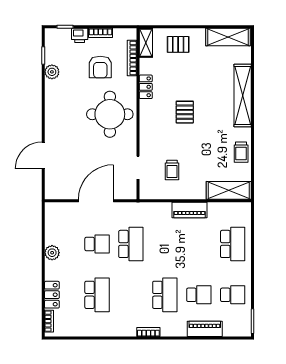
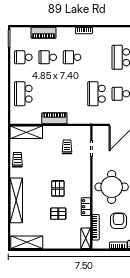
pallet: (178, 44) -> (58, 214), moved
school desk: (165, 295) -> (72, 57), width x0.54

